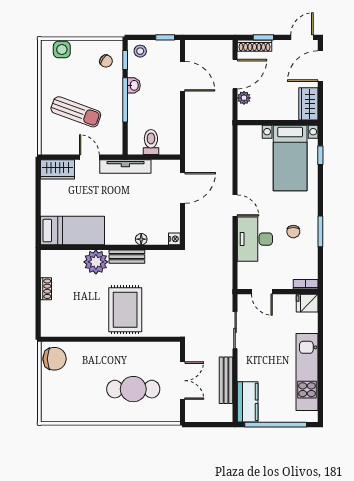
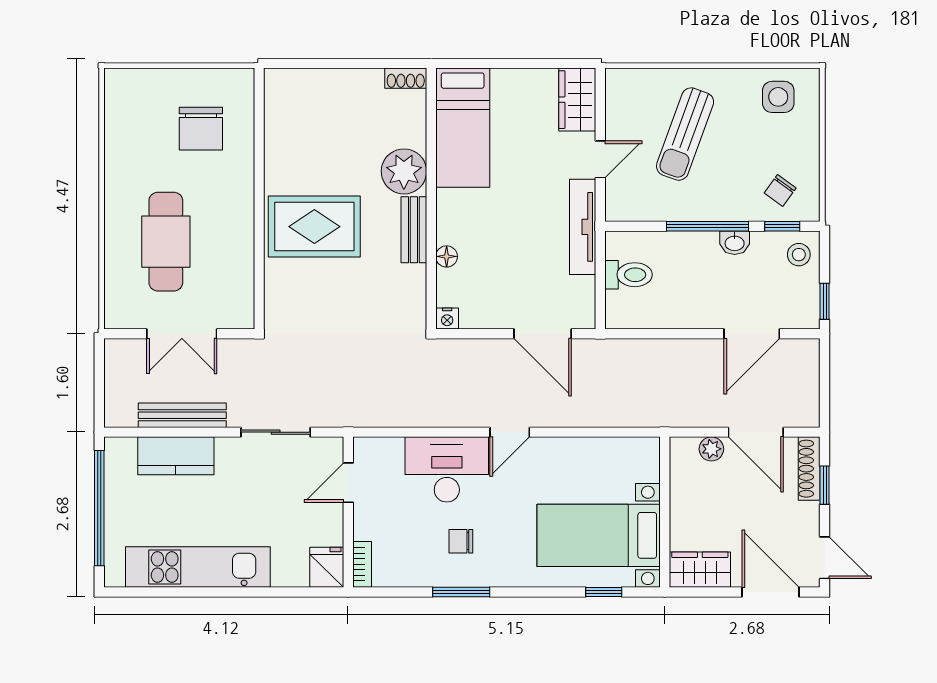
side table: (62, 50) -> (778, 97), moved
shoe rack: (46, 289) -> (406, 78), moved
chair: (55, 359) -> (201, 129), moved
kitchen counter: (248, 402) -> (176, 456), moved

